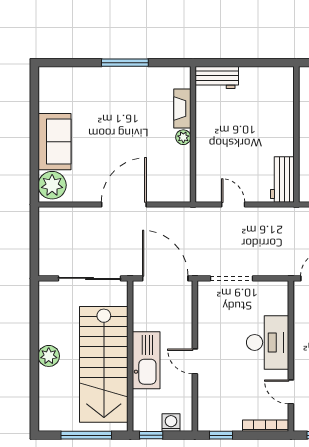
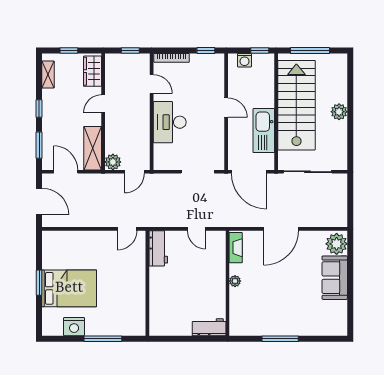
fireplace: (182, 109) -> (236, 248), moved
kitchen sink: (146, 360) -> (264, 131), moved

